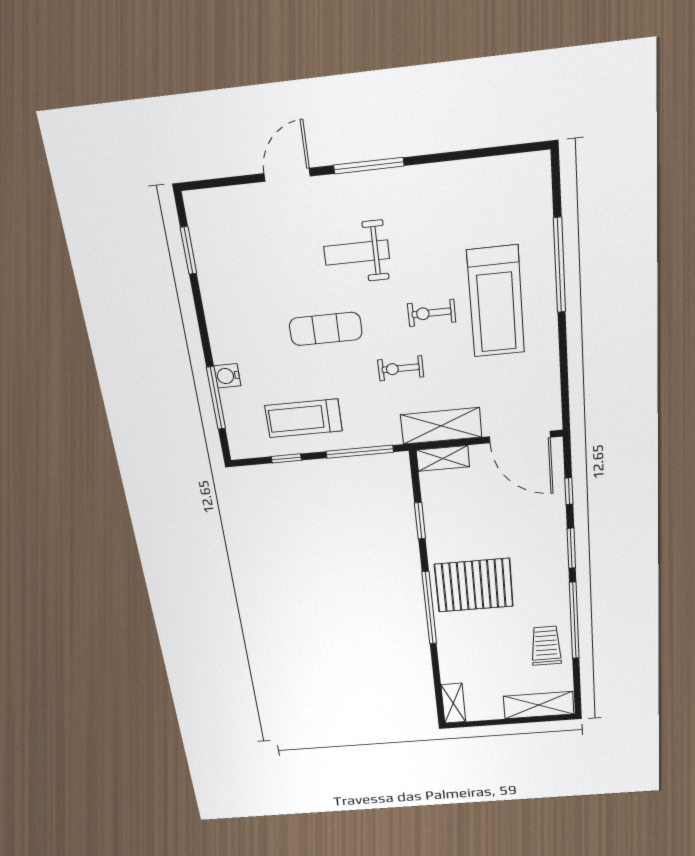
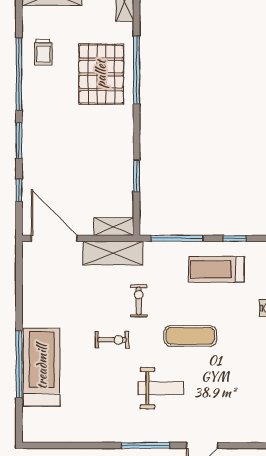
treadmill: (496, 302) -> (42, 367), moved
exercise bike: (401, 368) -> (139, 301), turned -90
treadmill: (304, 418) -> (216, 269), turned 180
pallet: (474, 585) -> (101, 74), moved, turned 90
window: (429, 608) -> (137, 70), moved
trolley: (546, 646) -> (43, 52), width x0.73, depth x0.72

